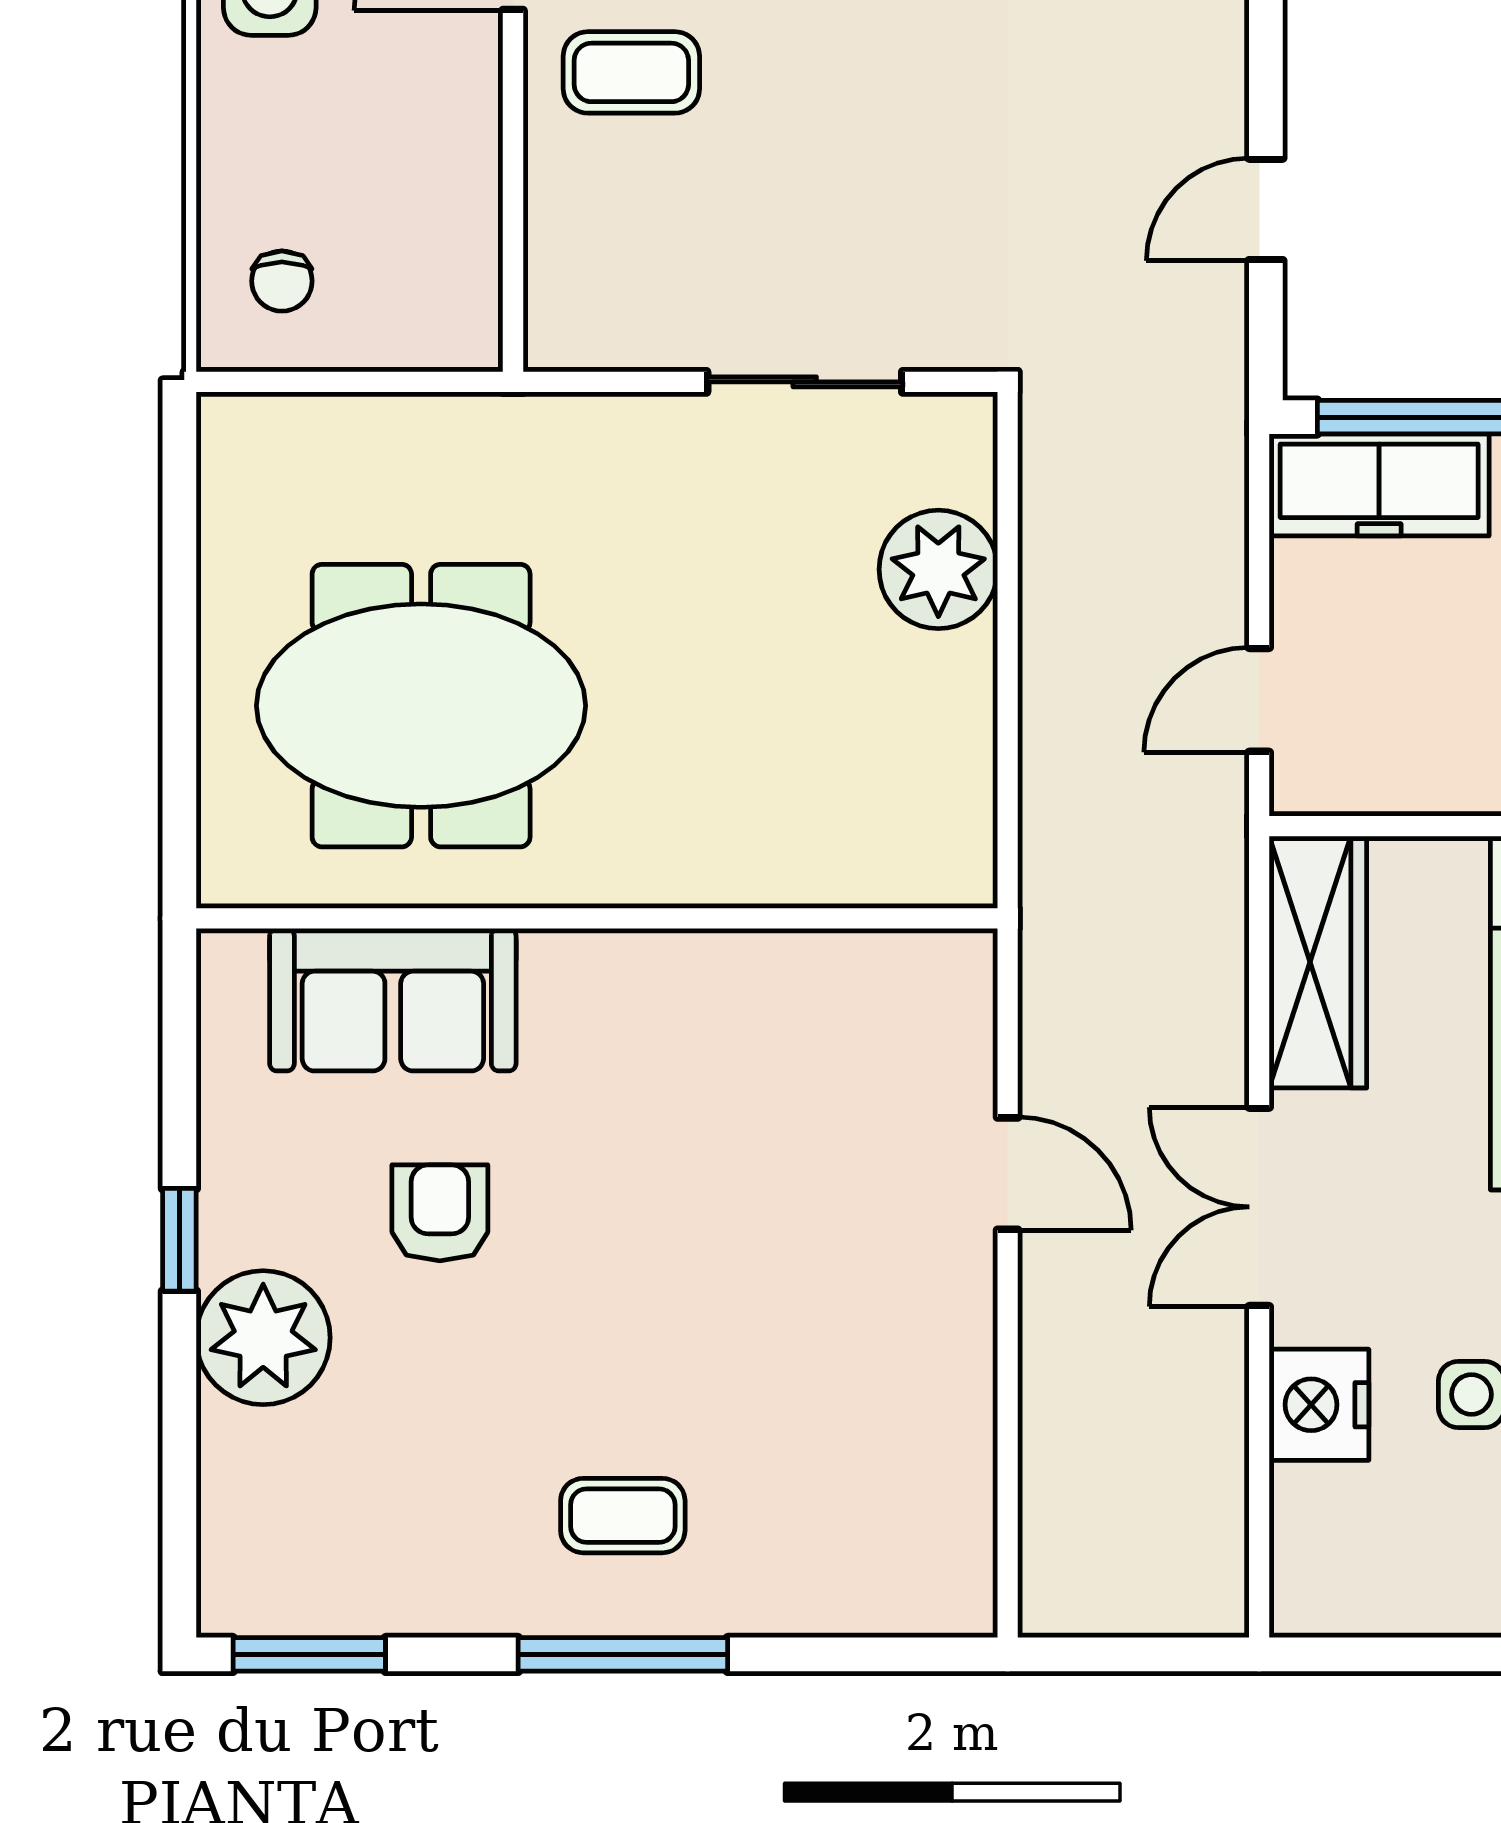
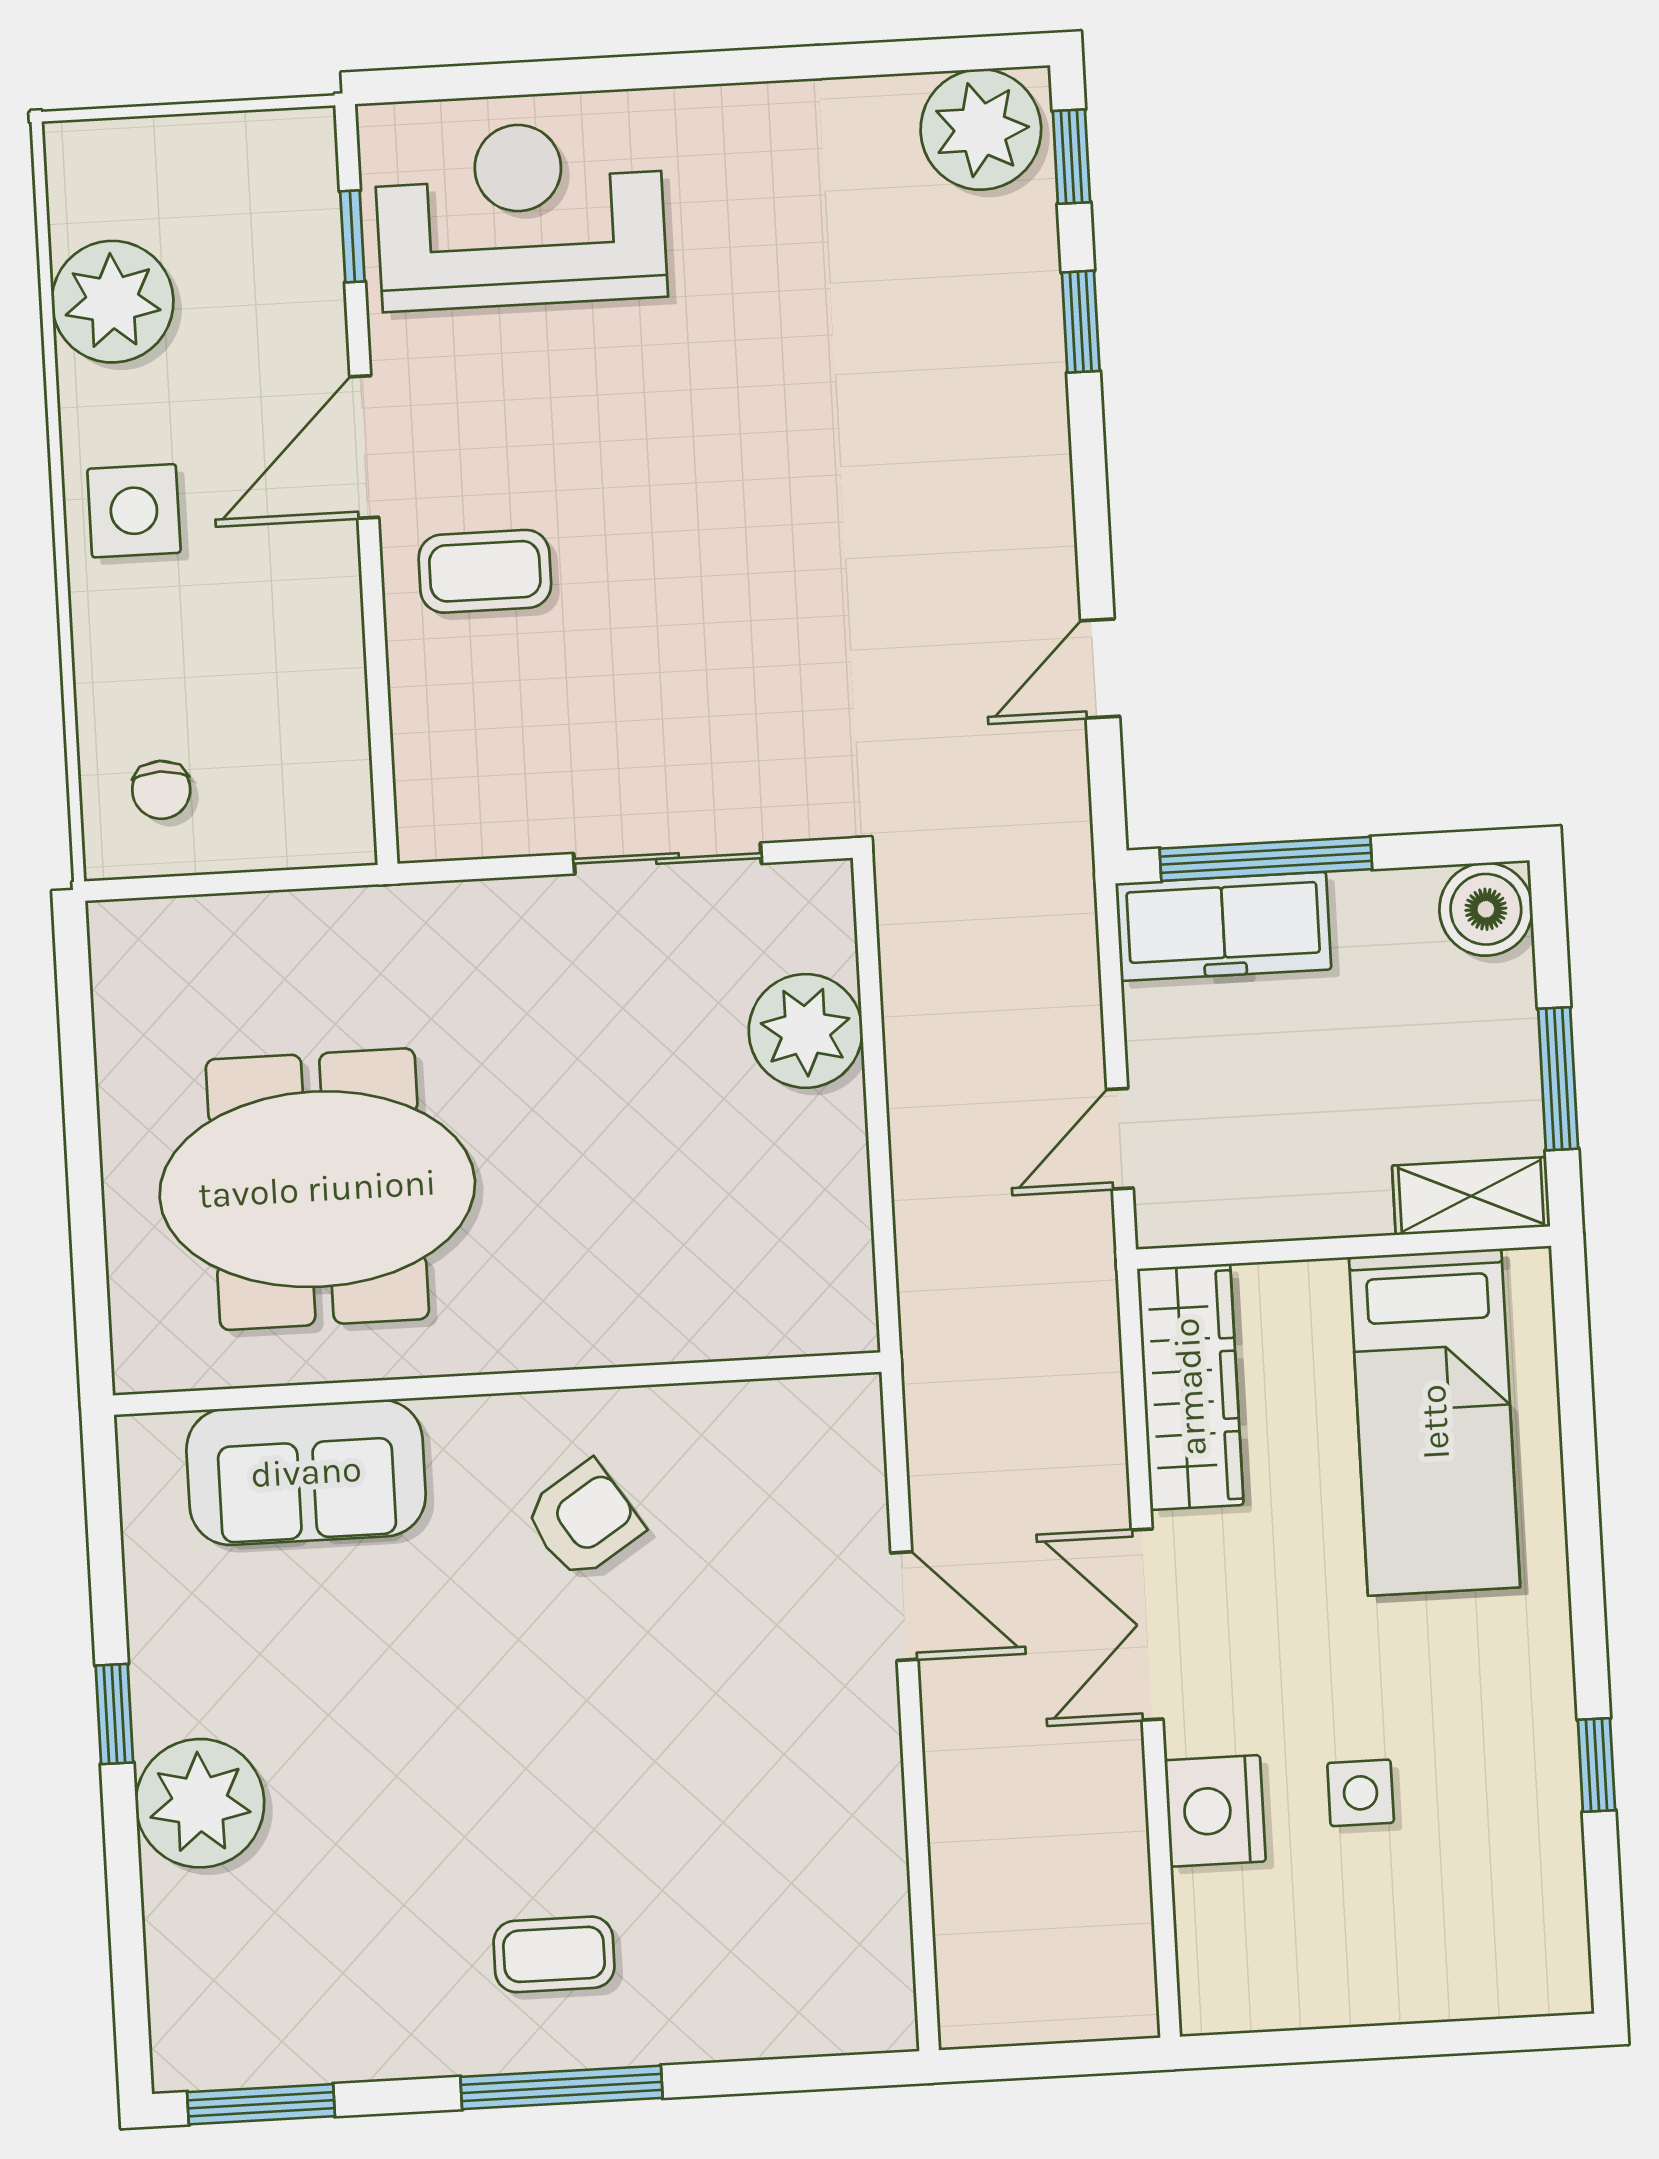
armchair: (440, 1213) -> (584, 1520), moved, turned 57

